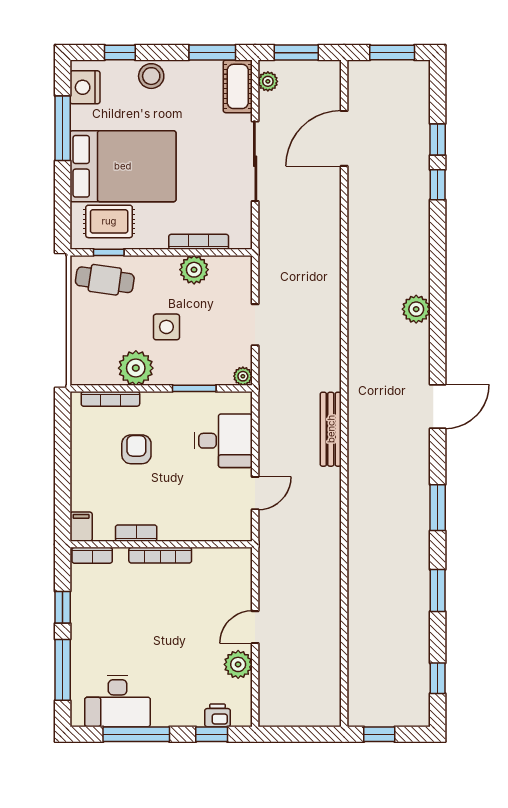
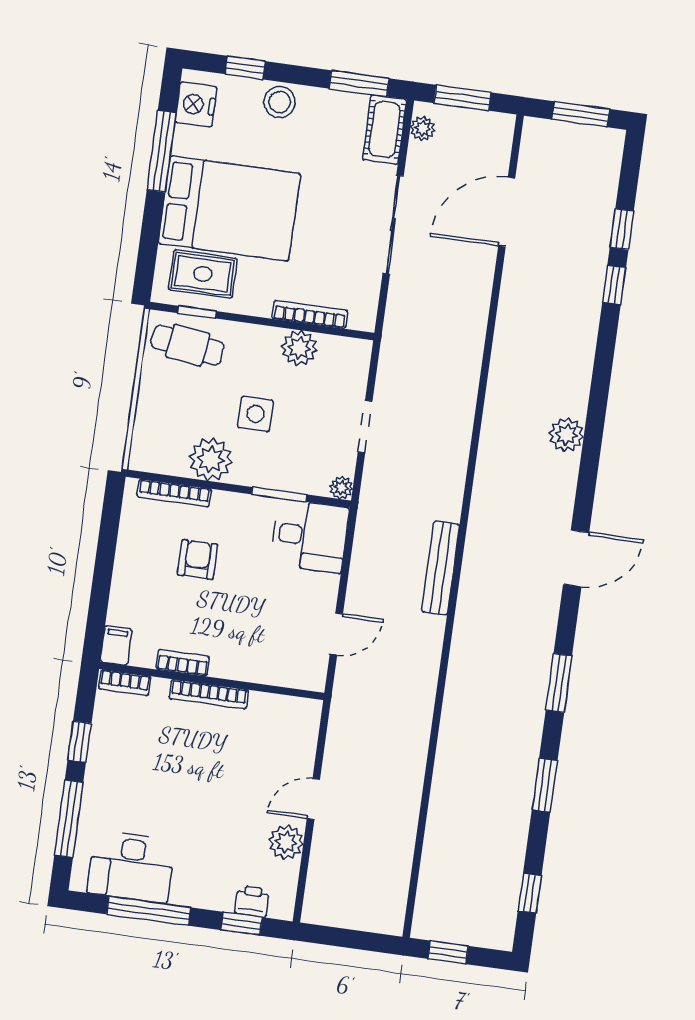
desk: (223, 441) -> (310, 536), moved

